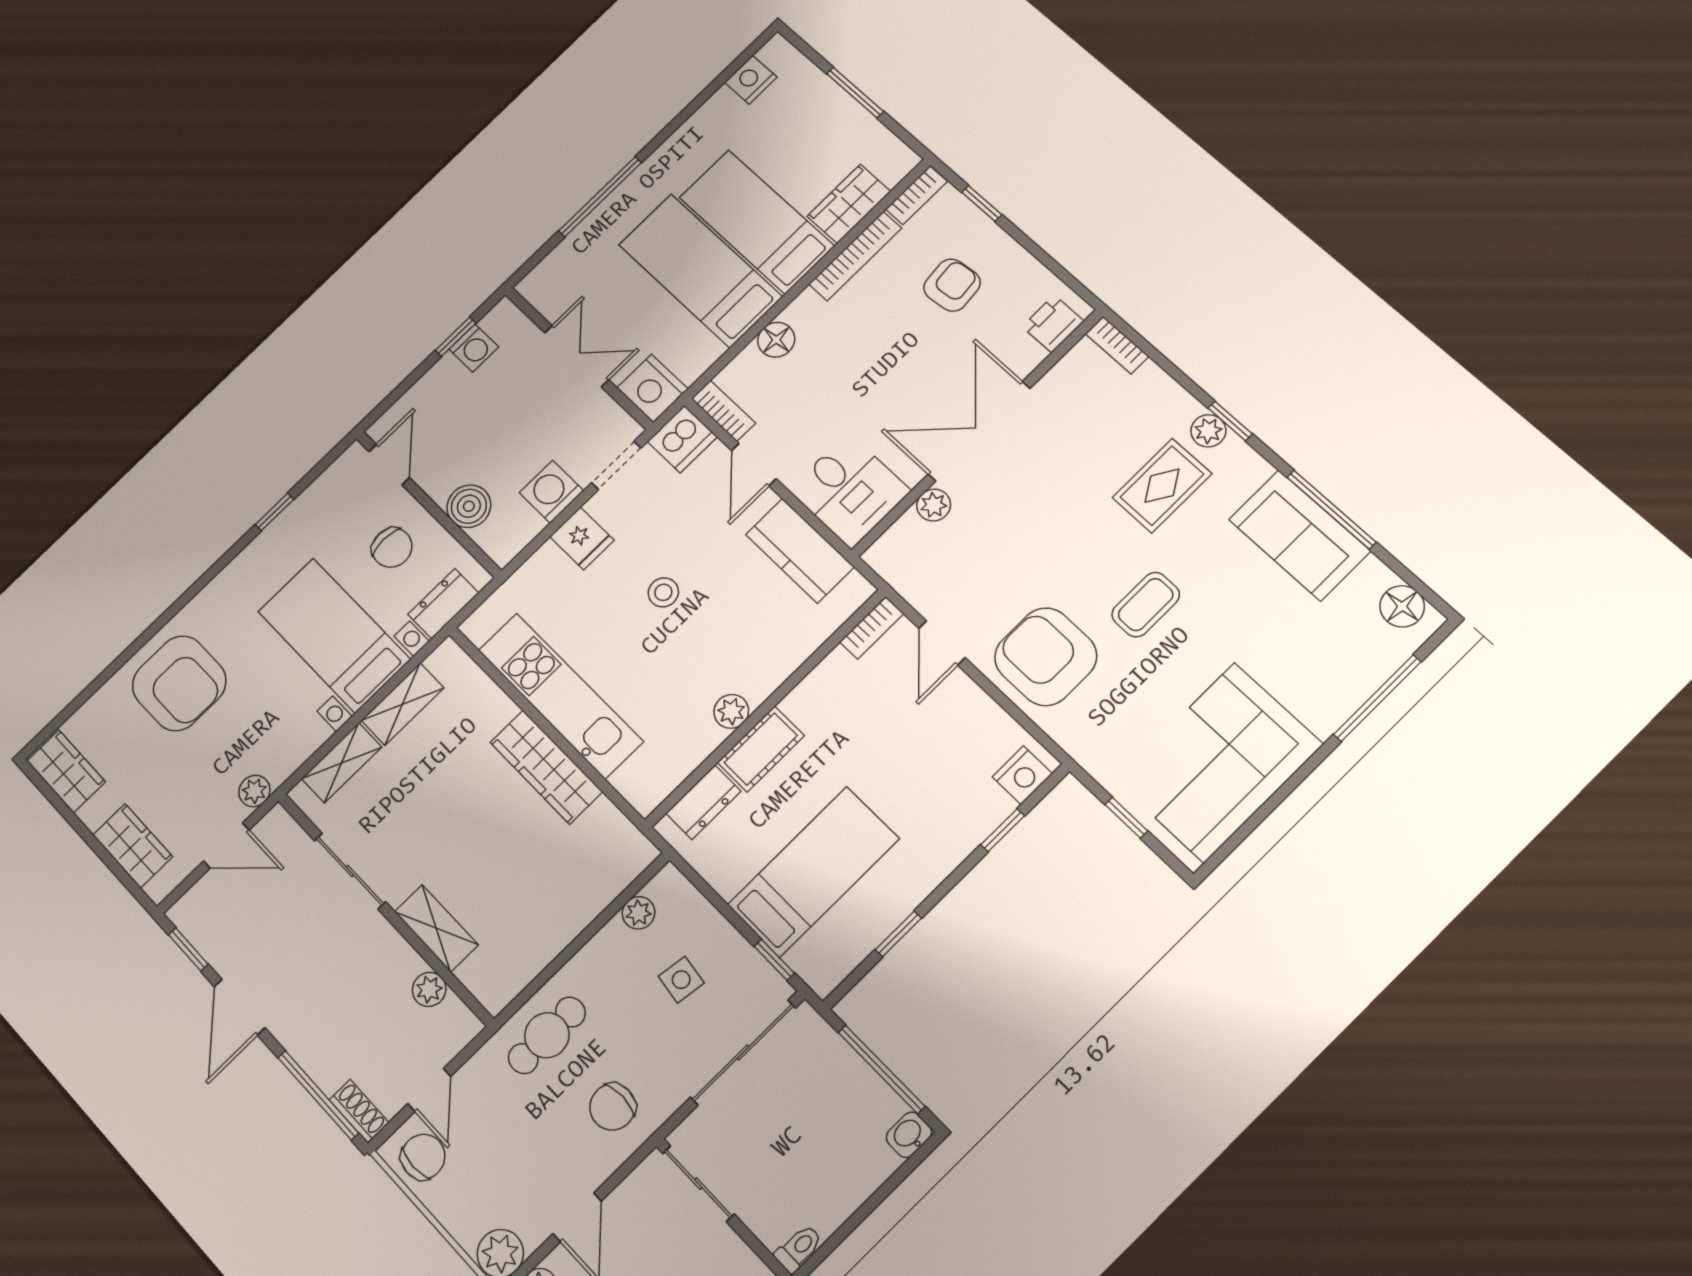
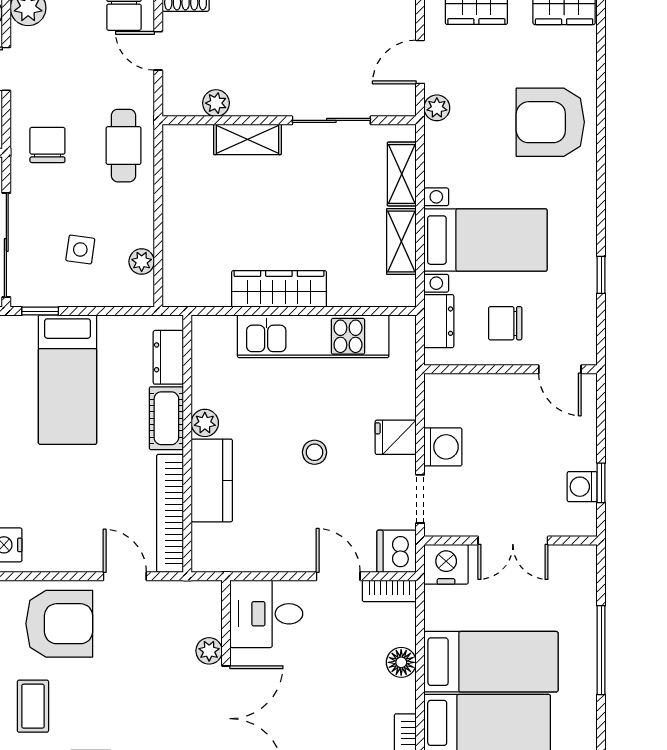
boiler: (469, 506) -> (484, 391), removed
kitchen counter: (800, 551) -> (212, 480), moved, turned 90
bookcase: (872, 628) -> (170, 513), width x2.31, depth x1.31

